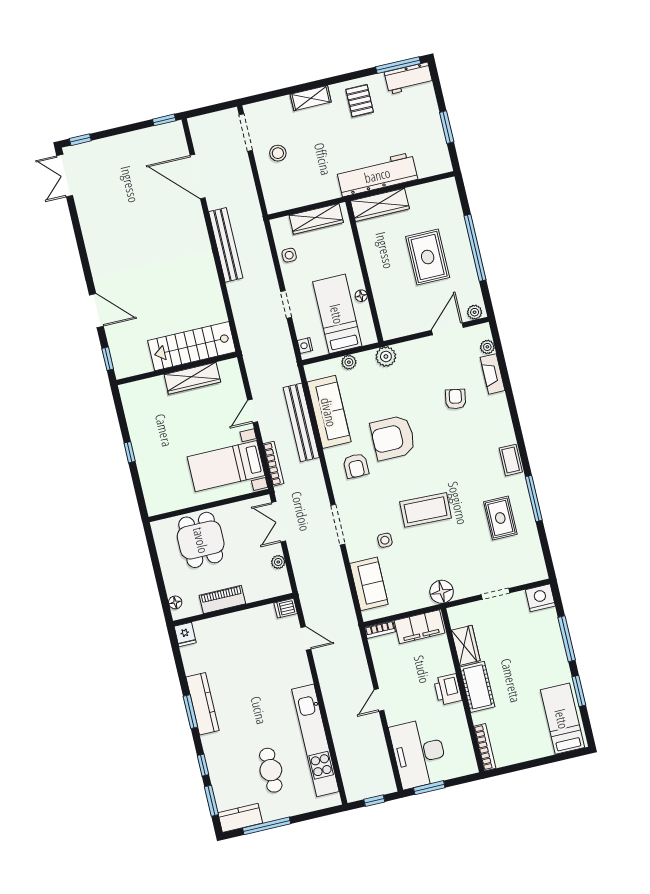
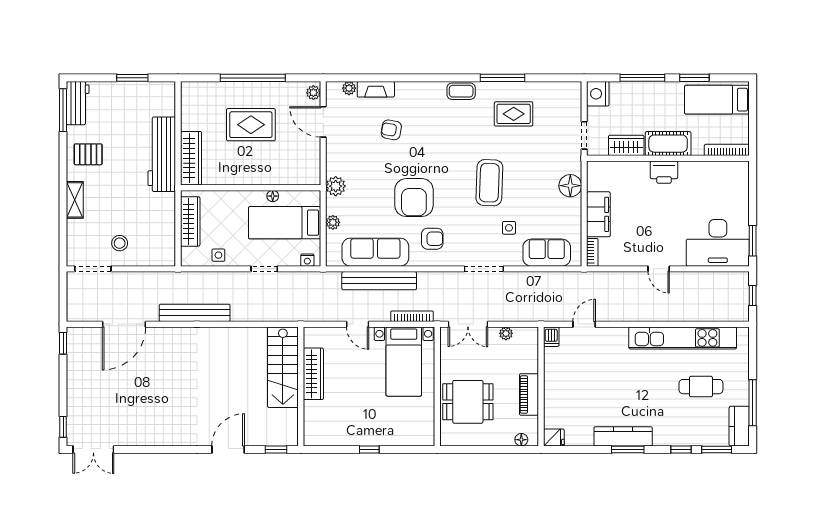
wardrobe: (466, 645) -> (626, 145), moved
cot: (477, 687) -> (668, 144), moved
printer: (448, 690) -> (664, 172), moved
wall: (463, 690) -> (668, 158), moved
bookcase: (485, 747) -> (727, 150), moved

